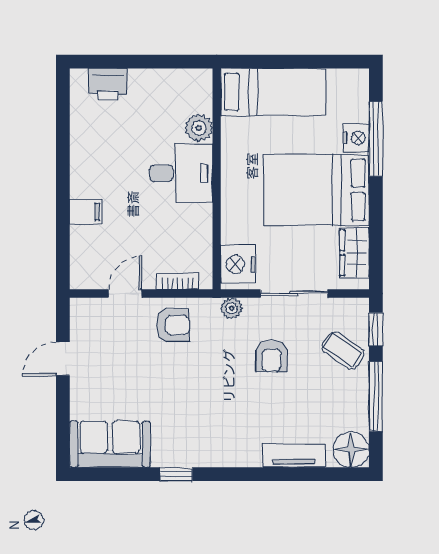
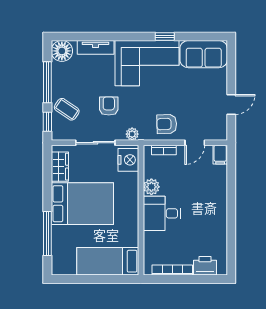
bookcase: (163, 77) -> (172, 270), added
plant: (199, 128) -> (151, 187), moved
nightstand: (356, 138) -> (59, 234), removed
filing cabinet: (86, 212) -> (220, 155), moved, turned -90
corner sofa: (206, 429) -> (147, 63), added

